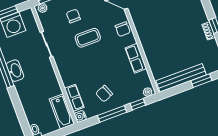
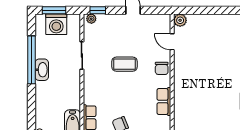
chair: (73, 16) -> (118, 38), removed

